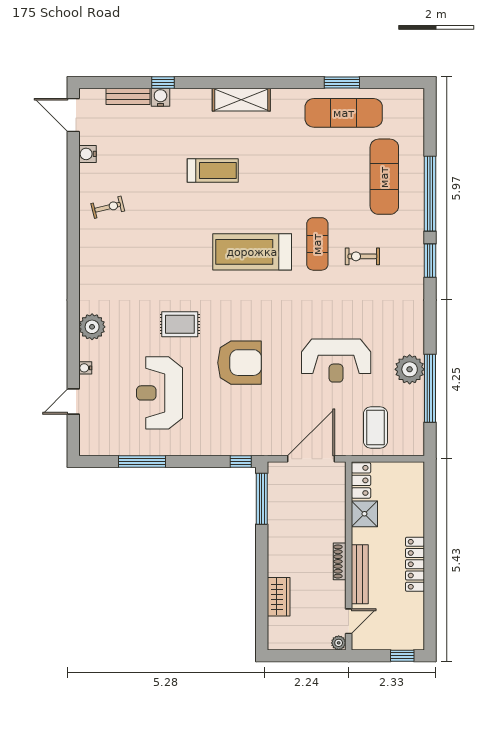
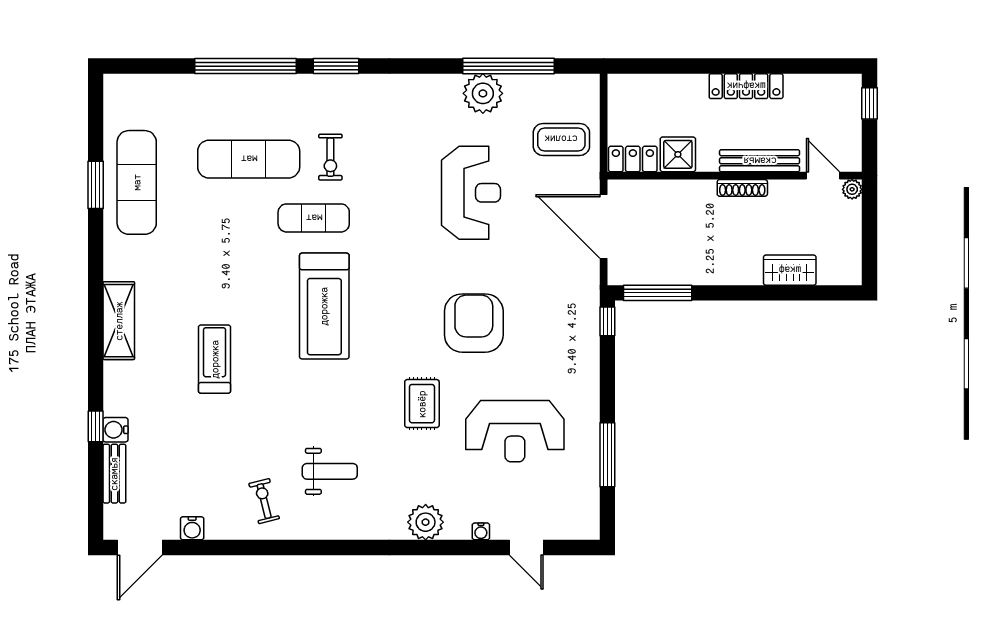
exercise mat: (384, 177) -> (249, 159), moved
weight bench: (130, 256) -> (330, 471), added

